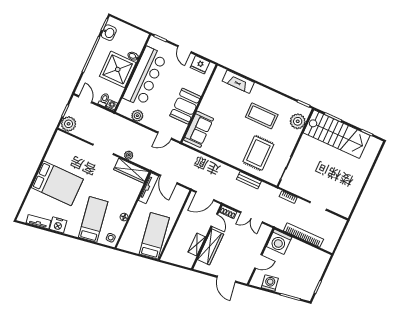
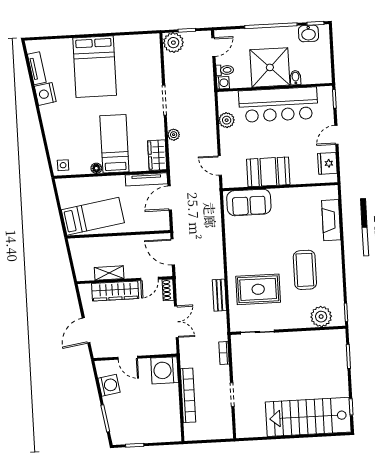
stairs: (337, 134) -> (308, 417), moved, turned 90
wardrobe: (131, 171) -> (157, 155), width x0.67
double door: (252, 217) -> (176, 322), swing flipped
bed: (93, 219) -> (114, 144), moved, turned -81

